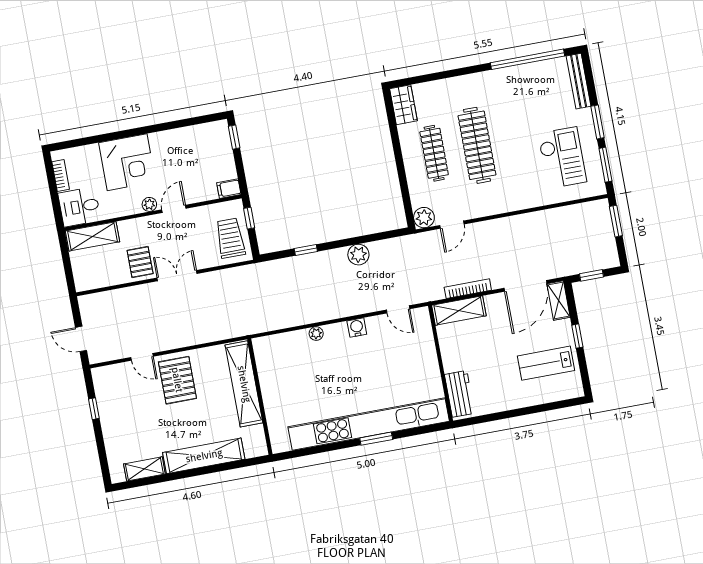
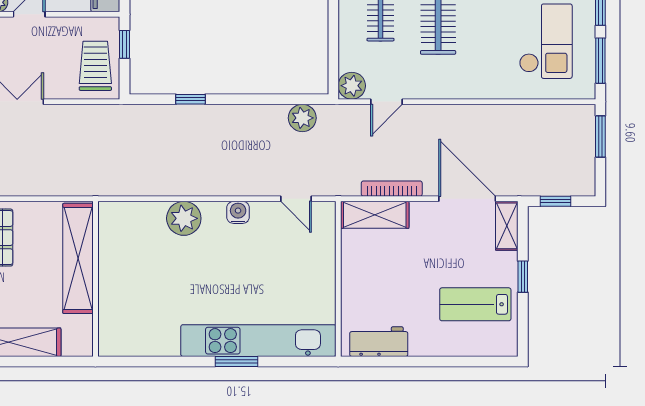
plant: (358, 255) -> (302, 118), moved
door: (525, 286) -> (467, 199), swing flipped
plant: (316, 334) -> (184, 218), width x1.88, depth x1.88
workbench: (460, 394) -> (379, 342), moved, turned -90
kitchen unit: (369, 424) -> (258, 341), width x0.73

